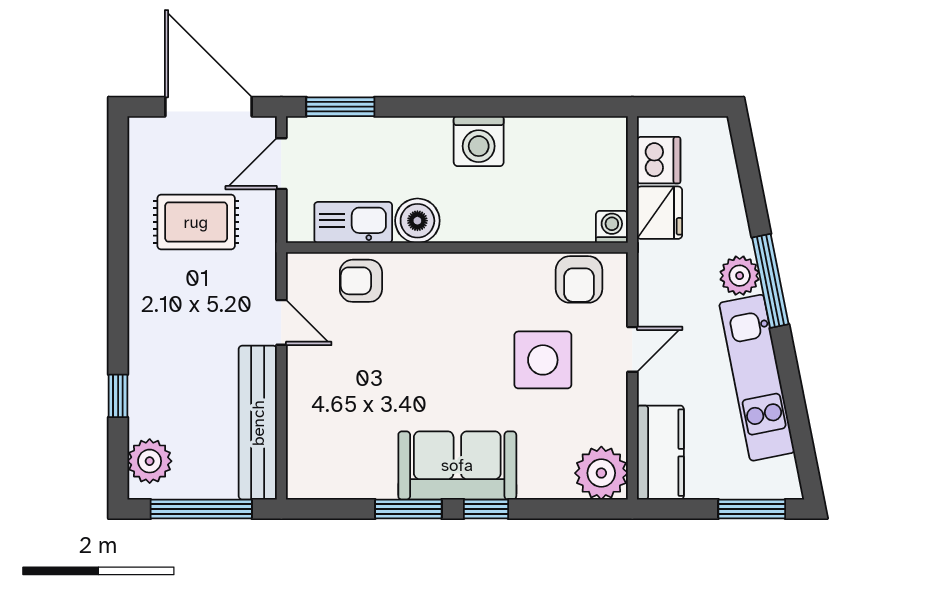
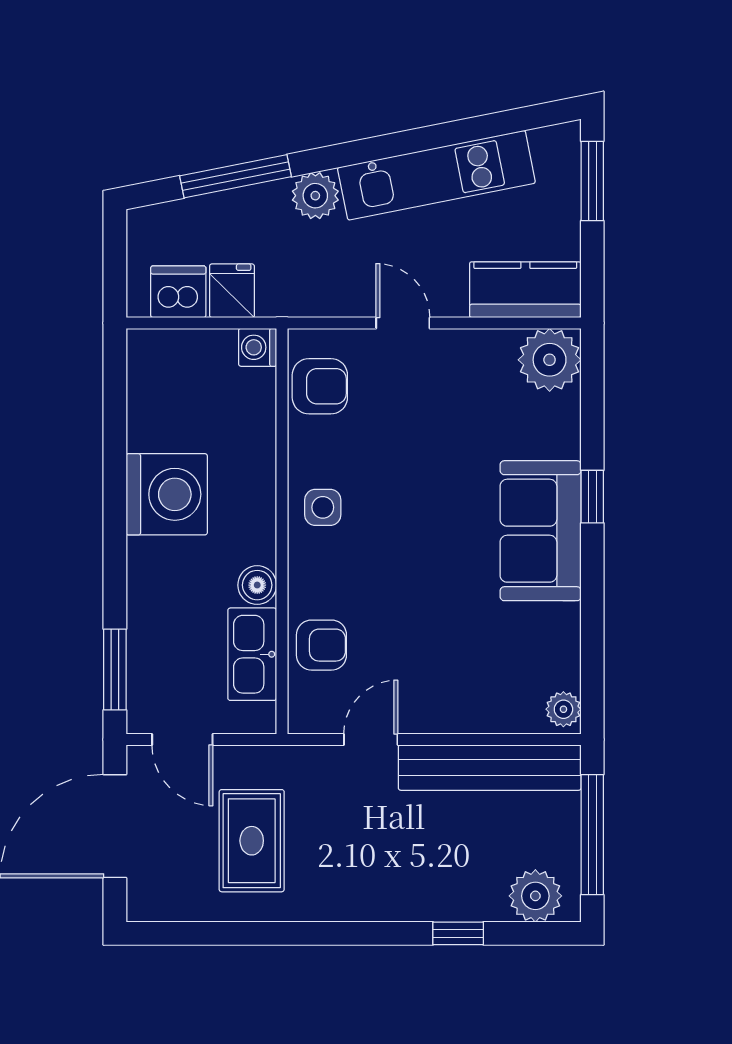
washing machine: (479, 141) -> (167, 494), width x1.37, depth x1.37
fridge: (659, 213) -> (232, 291), width x0.72
boiler: (417, 221) -> (257, 585), width x0.73, depth x0.73
armchair: (361, 281) -> (321, 645), turned -90
window: (770, 281) -> (236, 176), moved
side table: (543, 360) -> (323, 507), moved, width x0.54, depth x0.54
plant: (307, 485) -> (563, 709), added
window: (408, 509) -> (592, 589), removed

